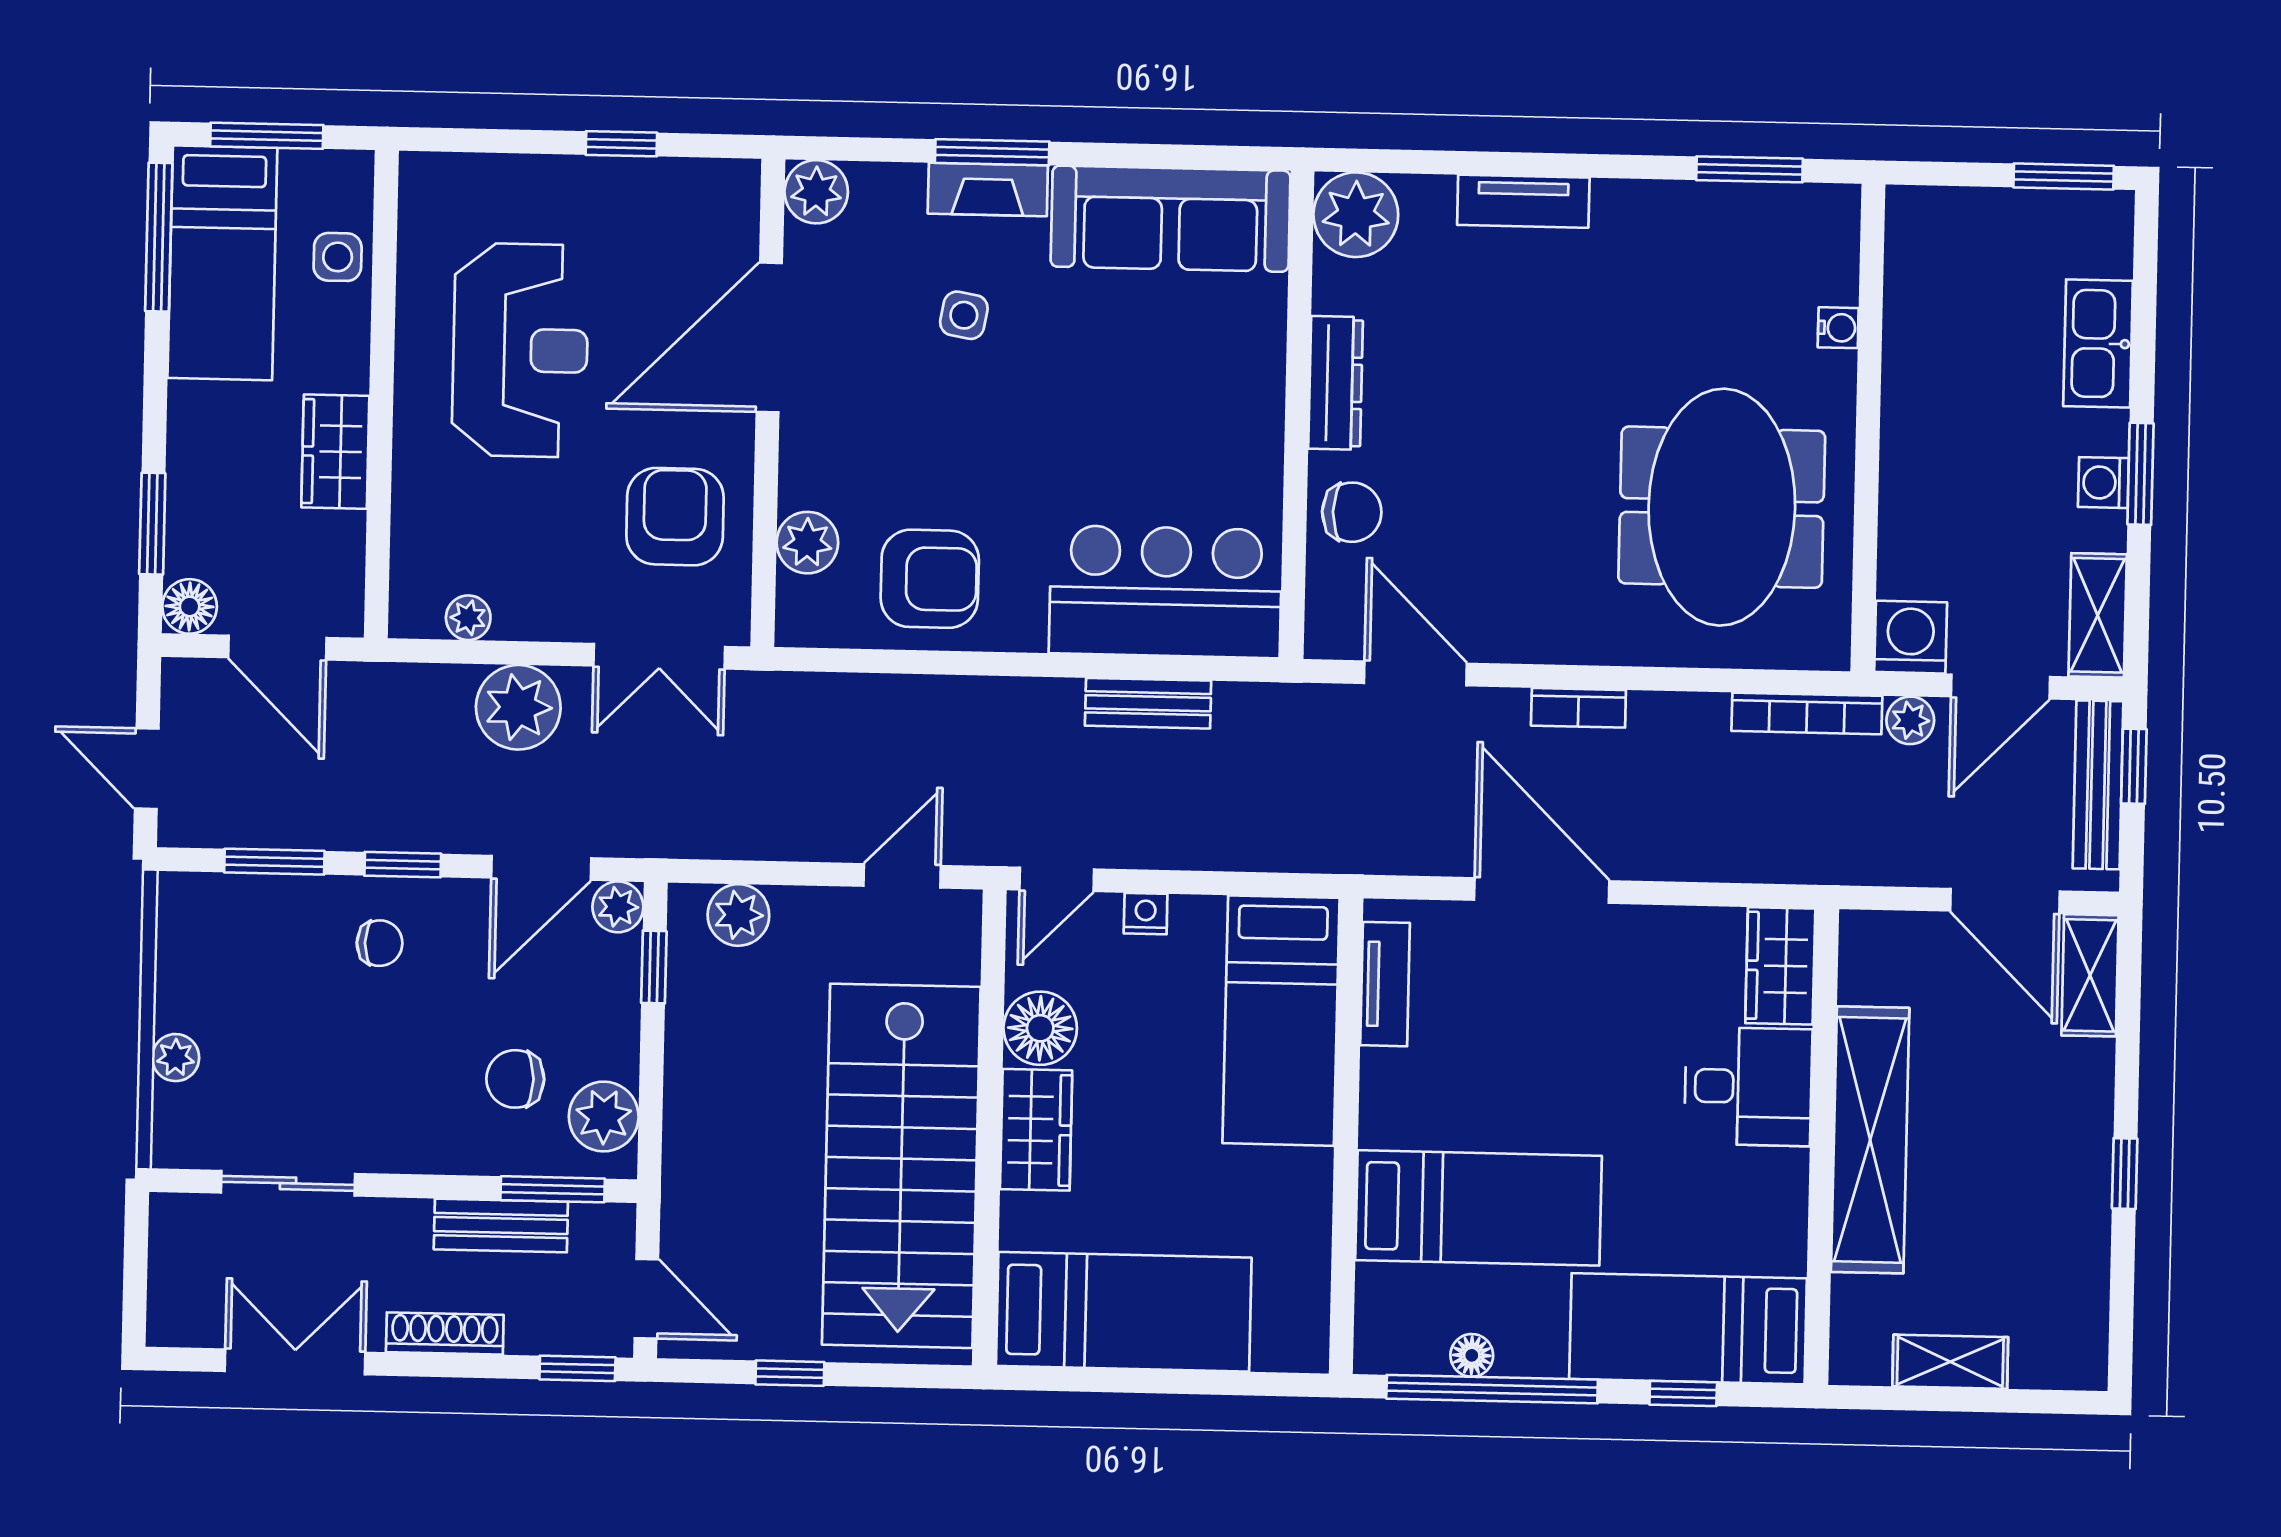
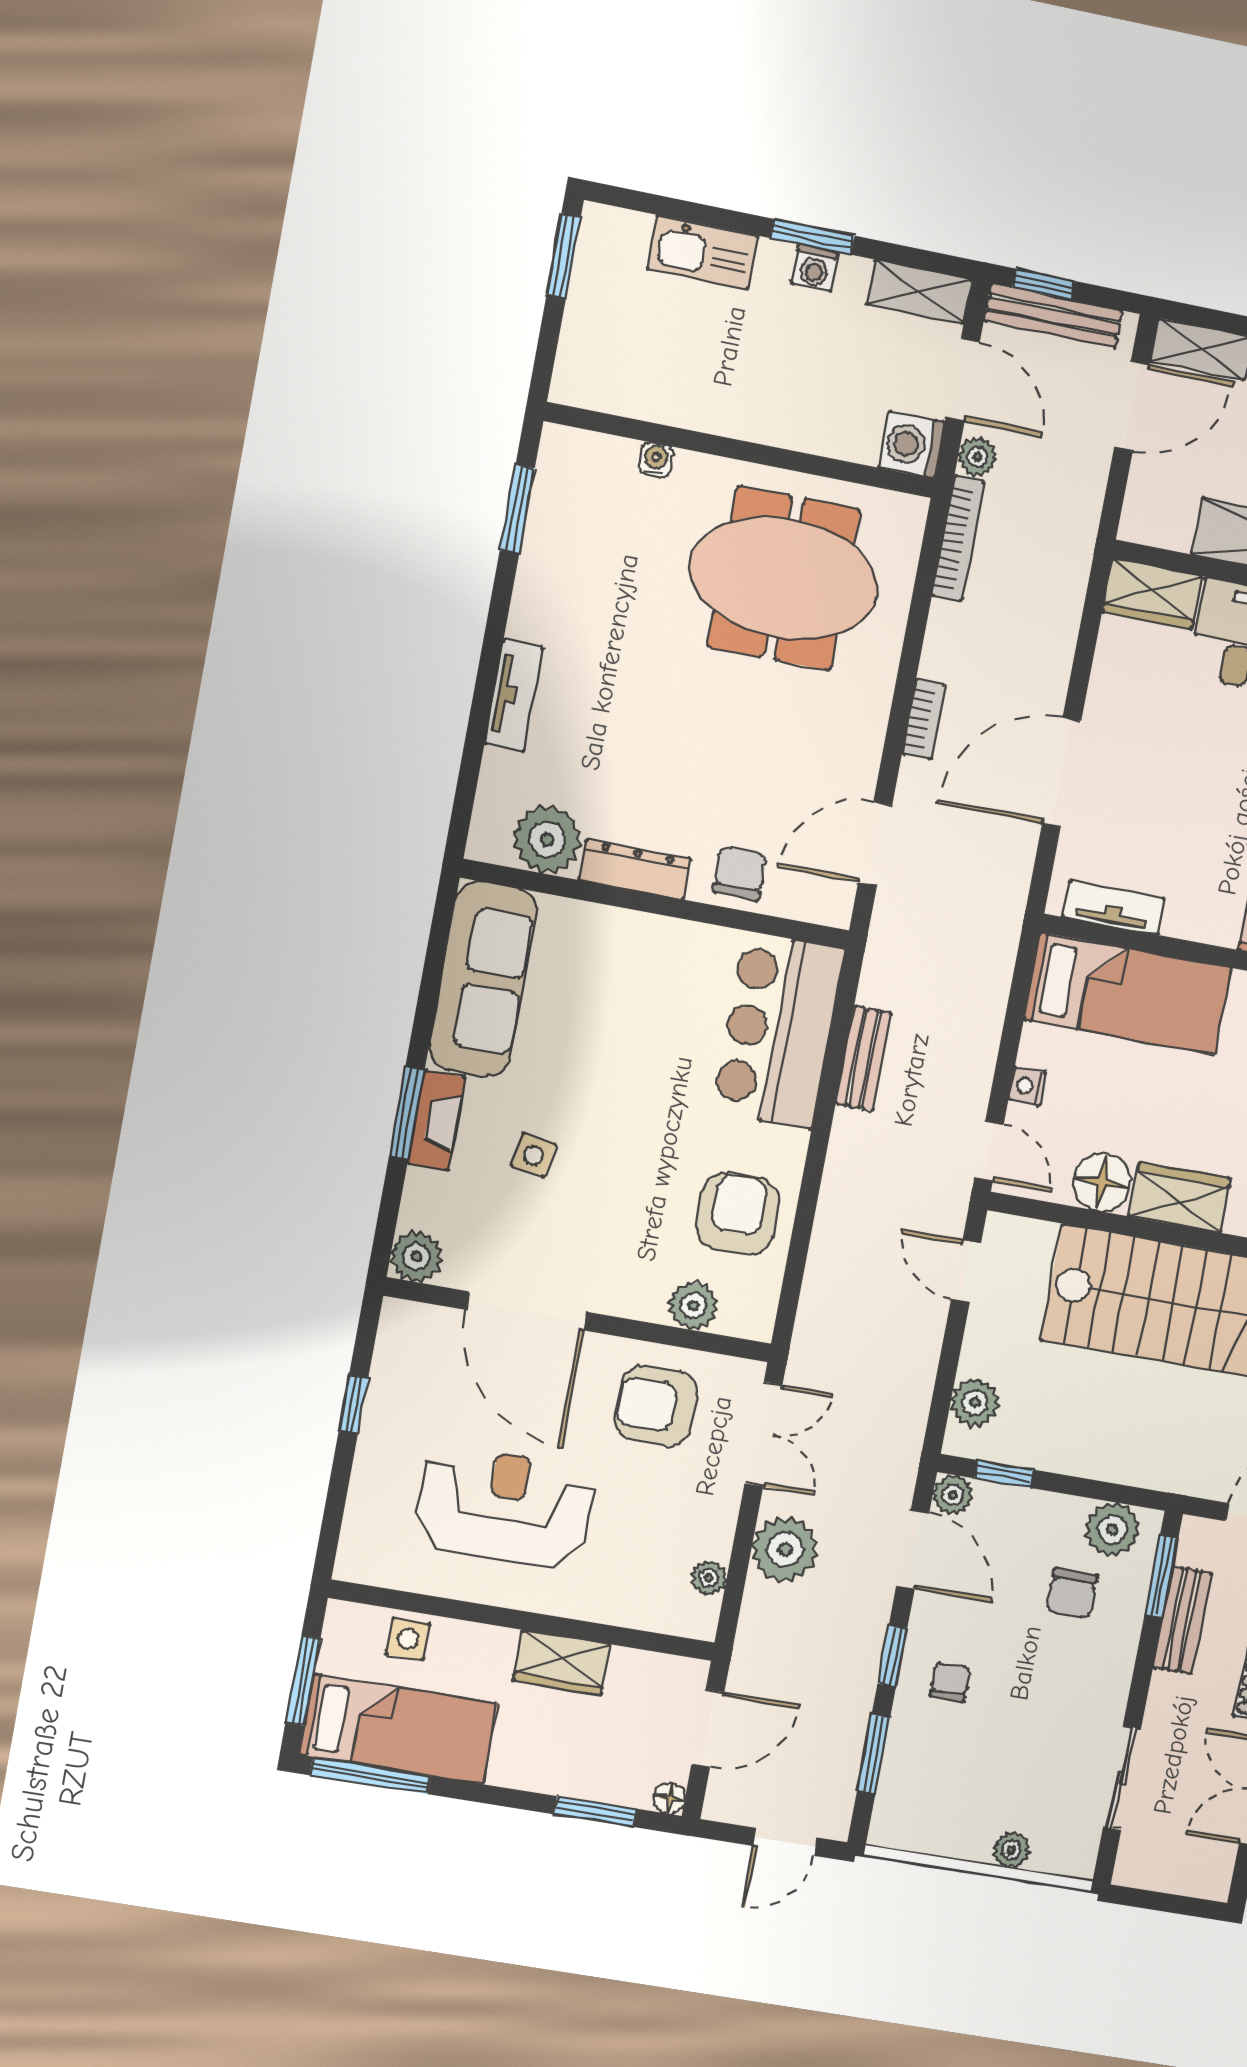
plant: (1356, 215) -> (547, 839), moved
floor lamp: (190, 606) -> (669, 1798), width x0.73, depth x0.73

